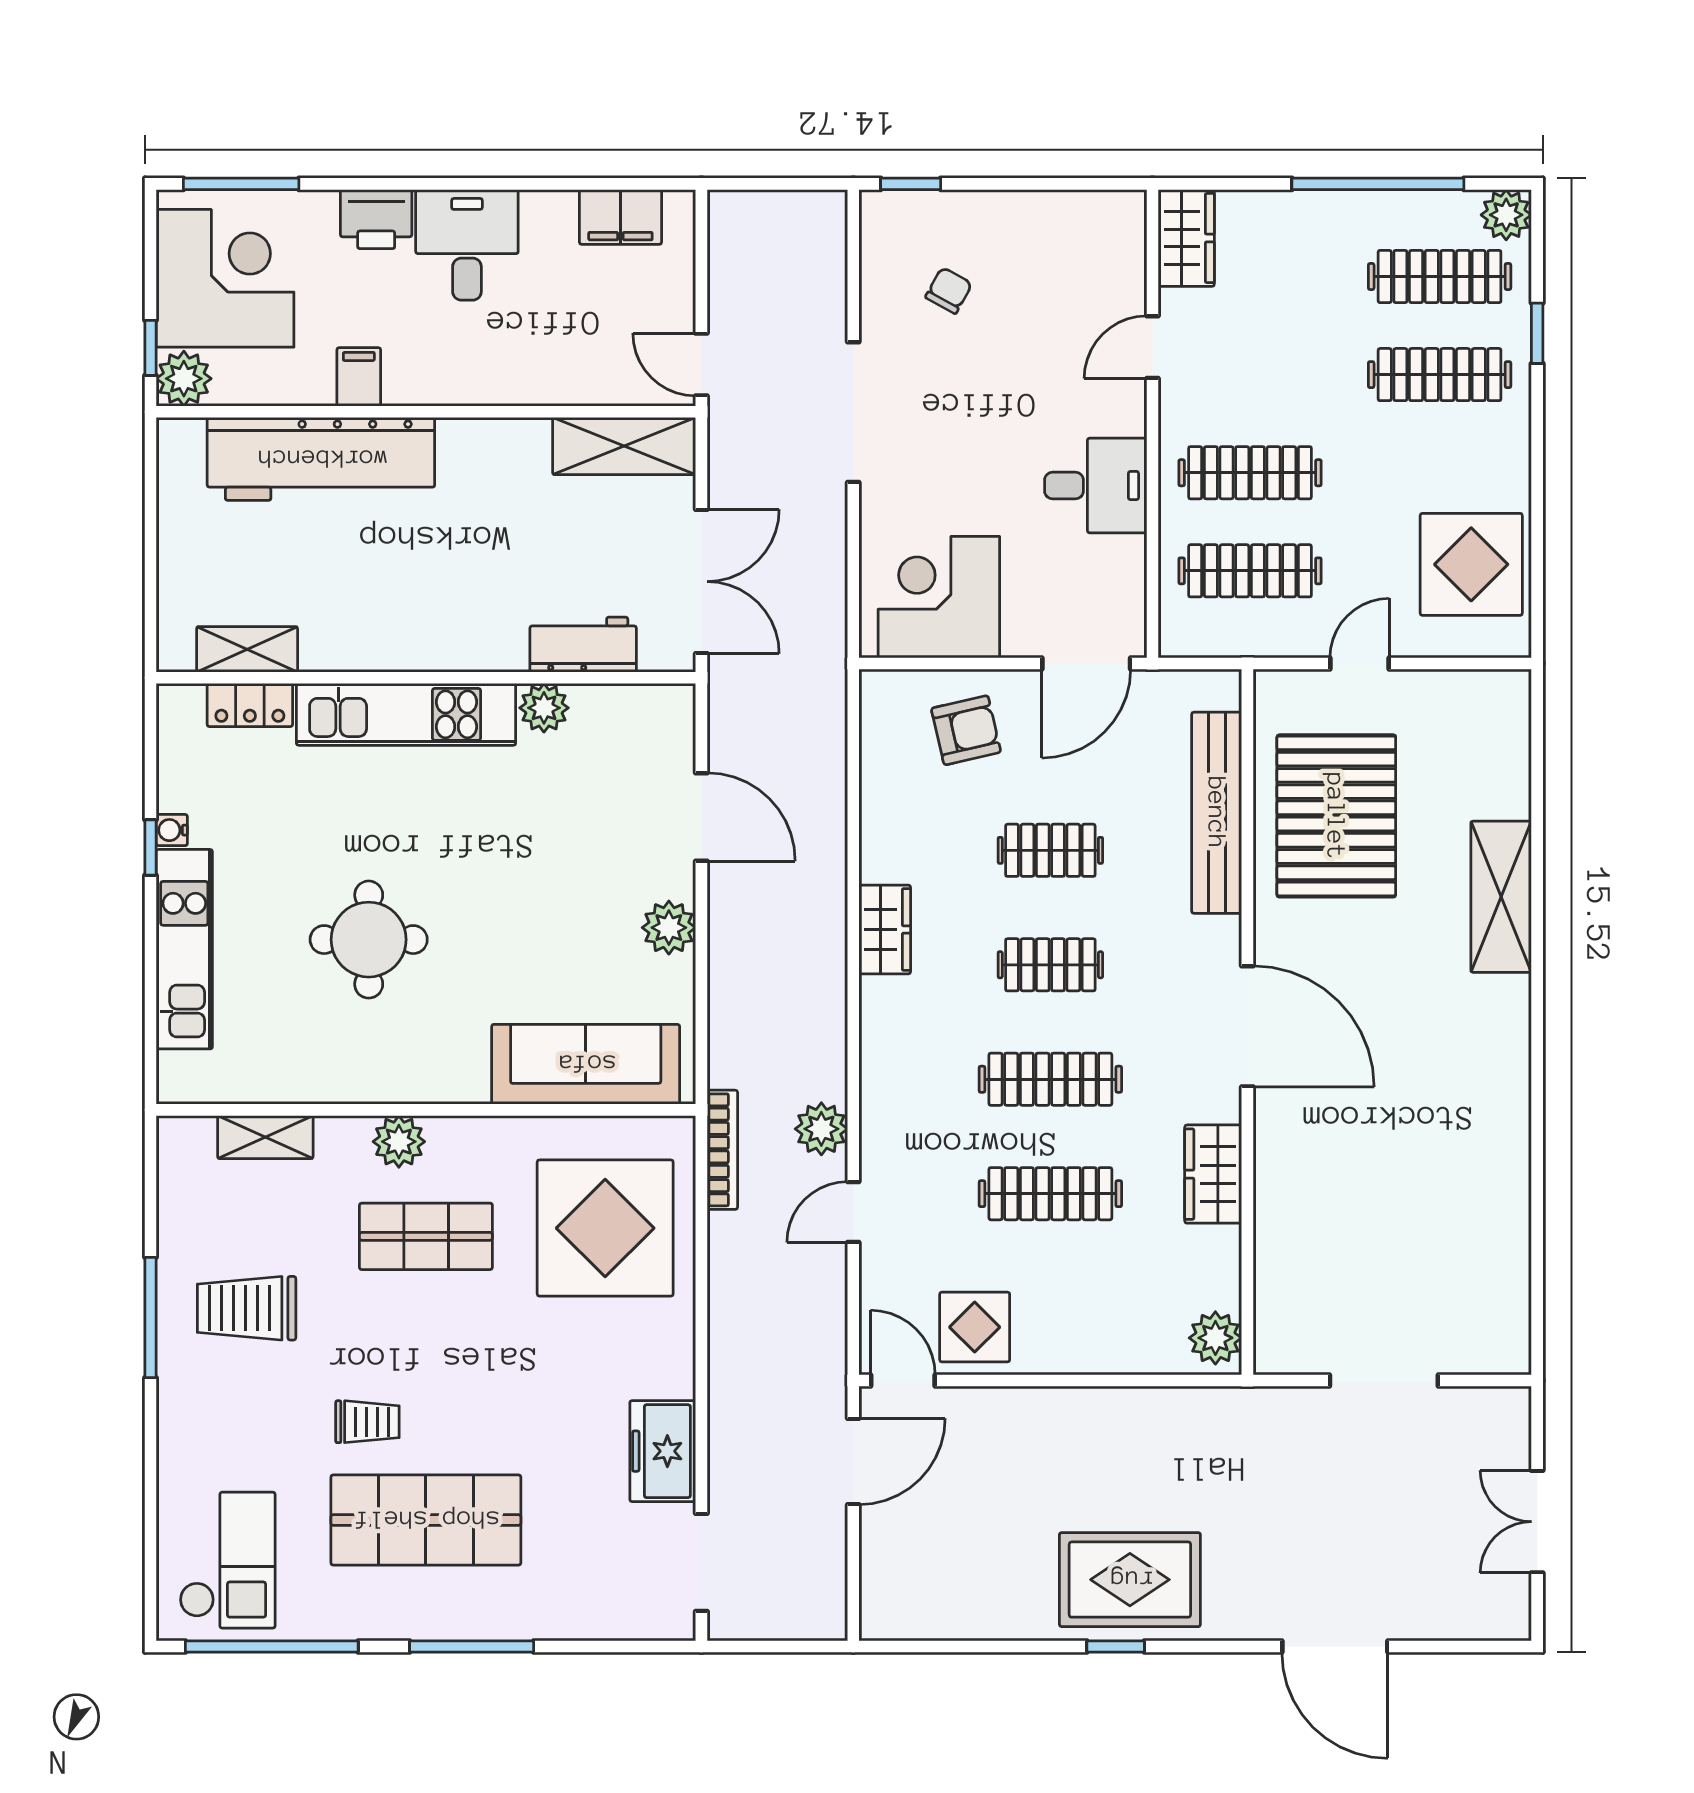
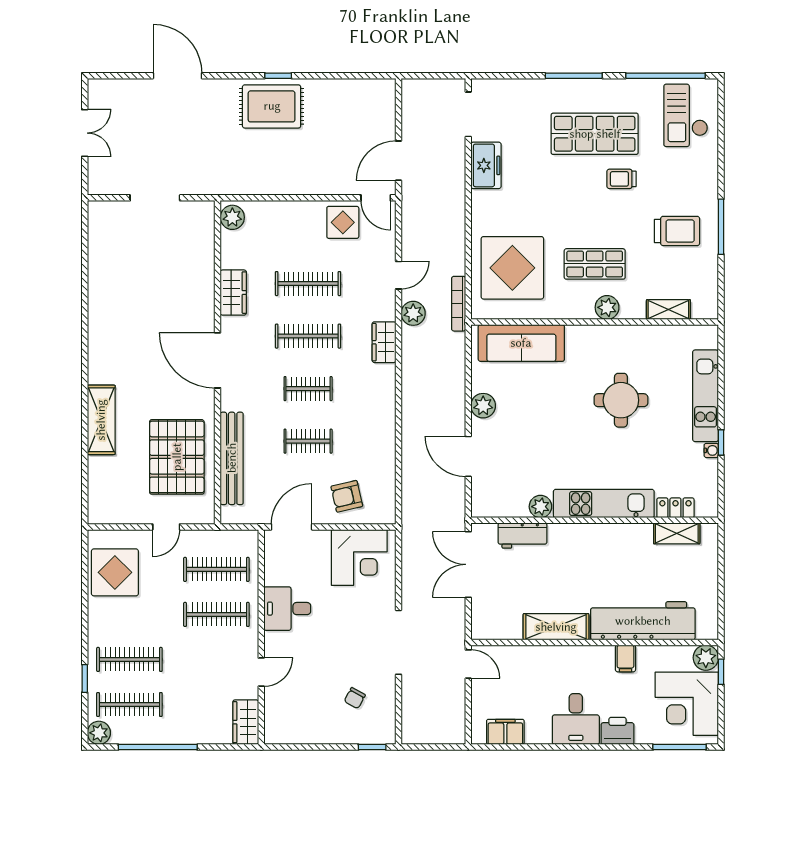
shelving: (624, 446) -> (556, 627), moved
wardrobe: (885, 929) -> (384, 342), moved

